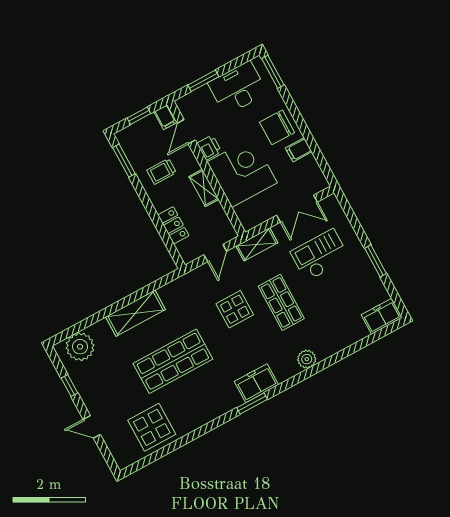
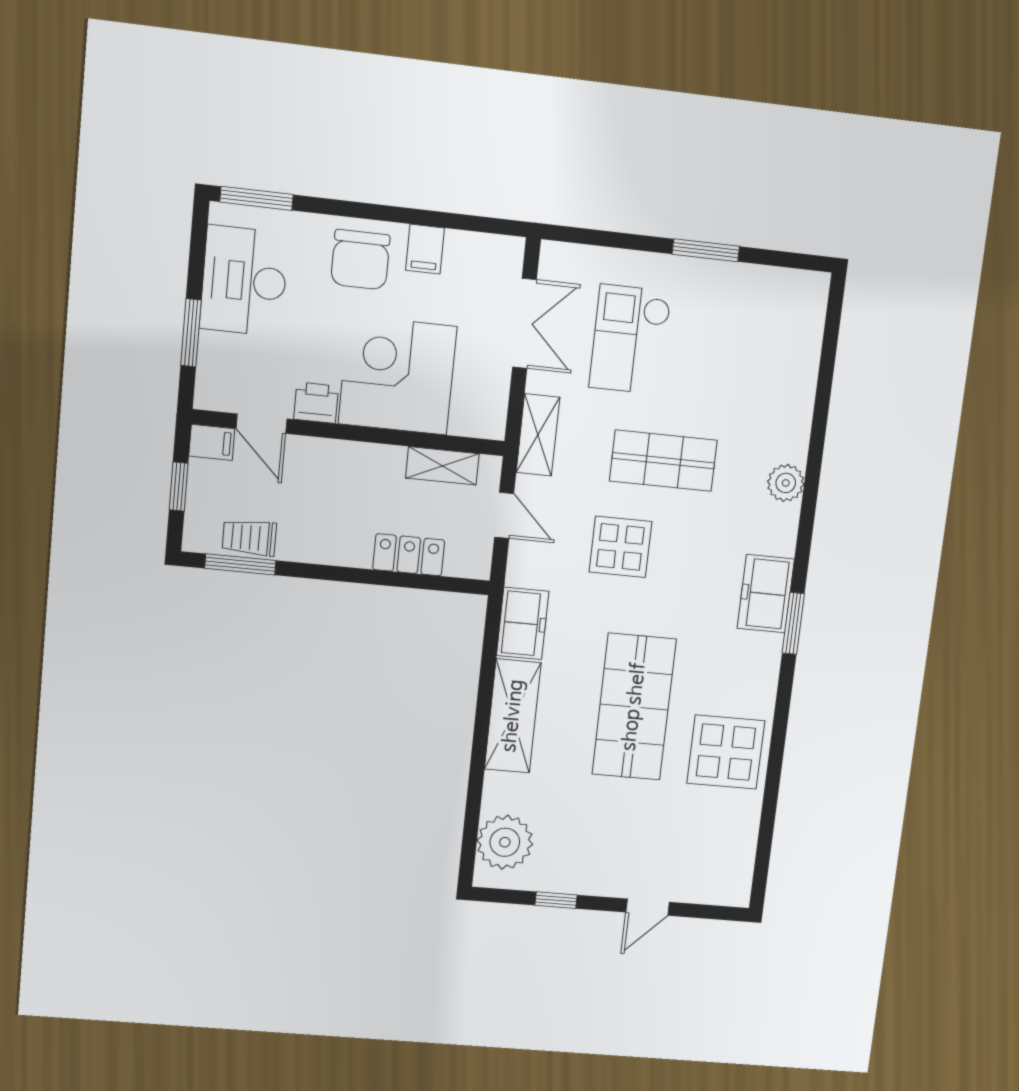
trolley: (162, 171) -> (249, 537), moved, turned 90
shelving: (204, 188) -> (442, 466), moved
freezer: (382, 316) -> (523, 623), moved, turned 180
display table: (152, 427) -> (726, 752), moved

